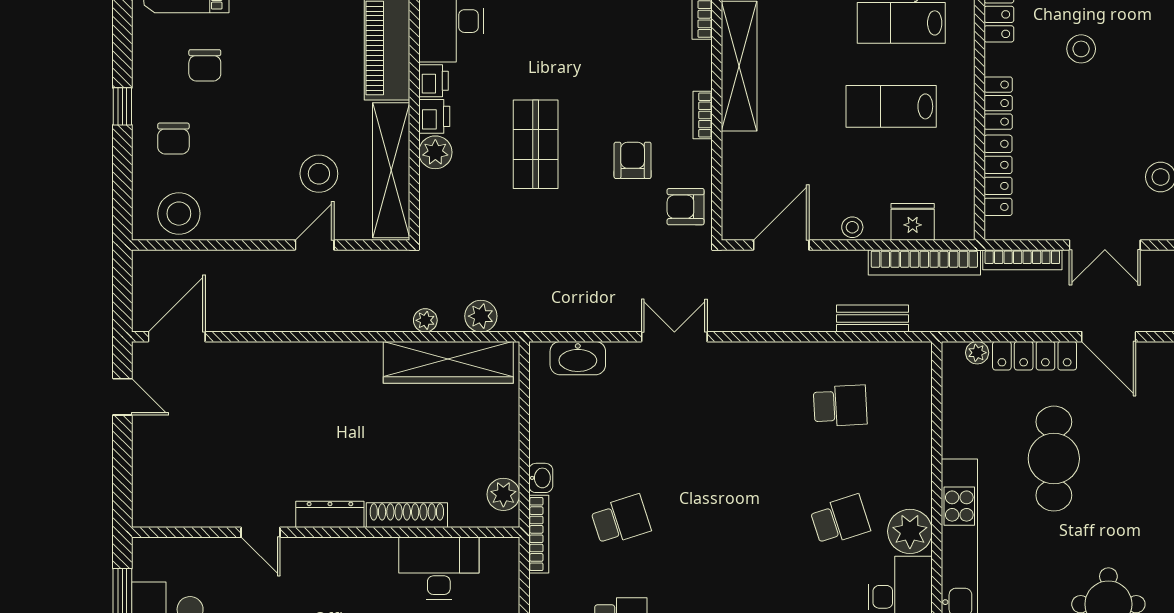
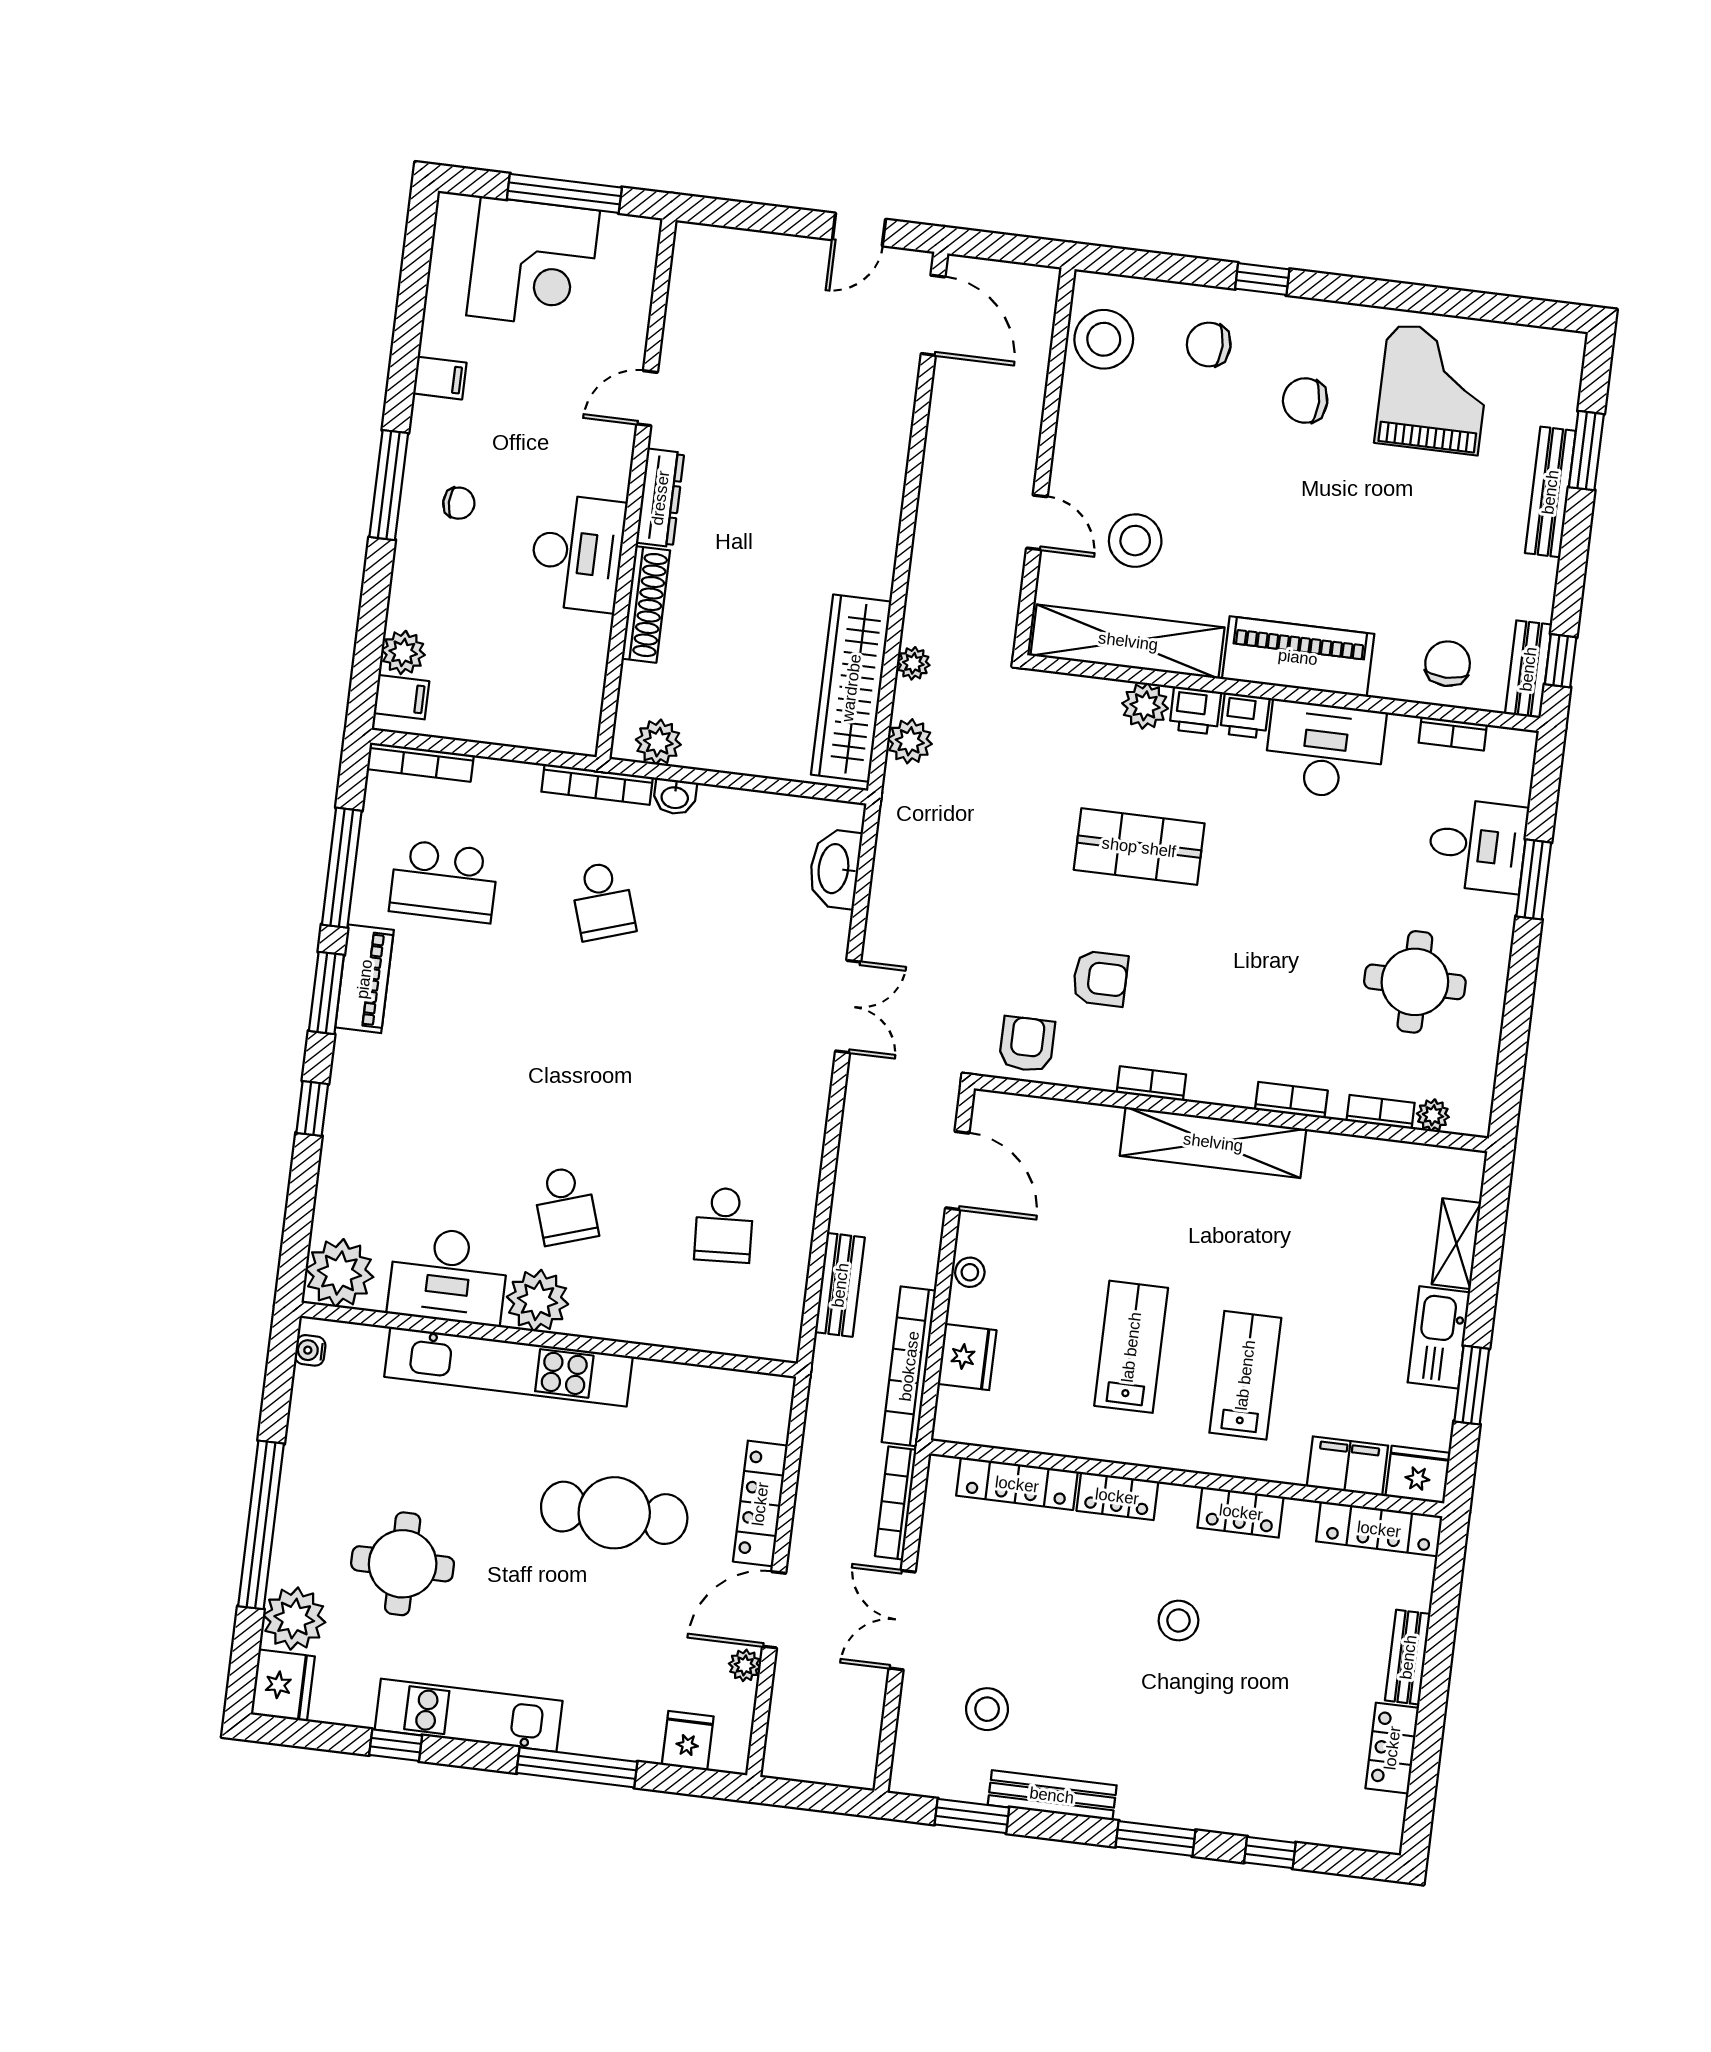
plant: (977, 353) -> (745, 1665), moved
desk: (439, 568) -> (577, 553), moved

